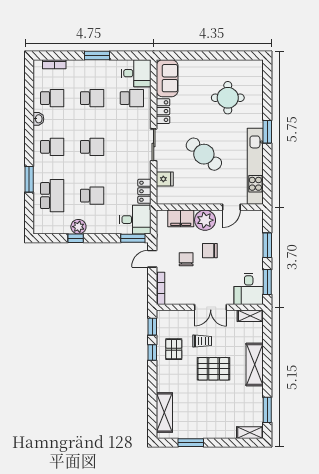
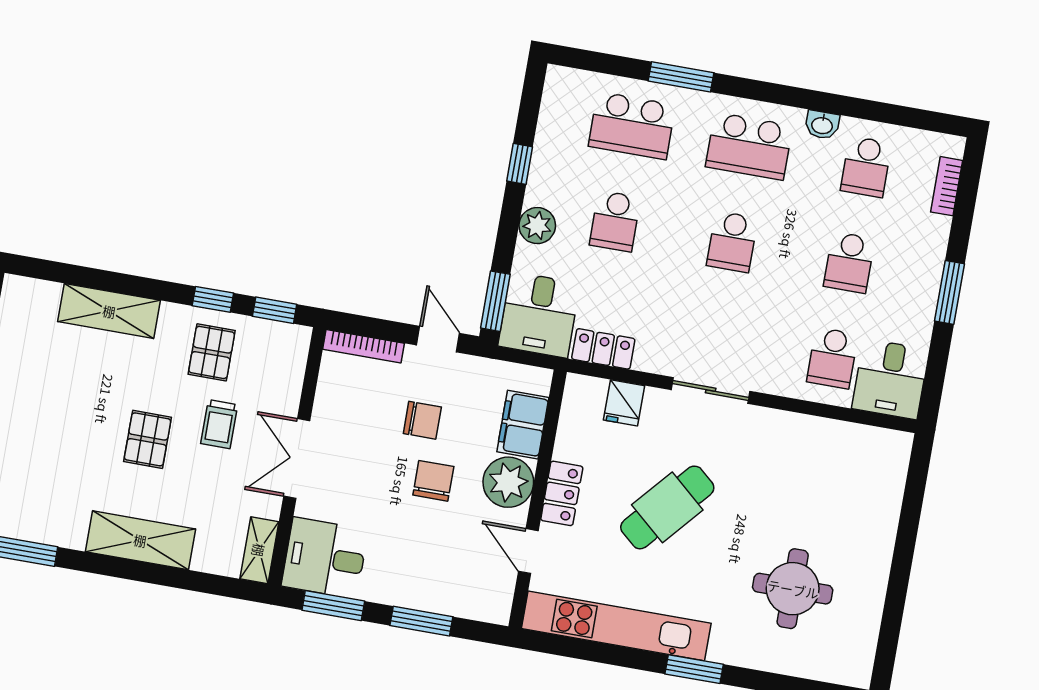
sofa: (167, 78) -> (865, 451), removed
locker: (163, 111) -> (562, 493), moved, turned -90
school desk: (52, 147) -> (749, 146), width x1.85
plant: (78, 227) -> (537, 226), moved
pallet: (174, 349) -> (212, 352), turned 90
pallet: (213, 369) -> (148, 439), width x0.67, depth x0.71
shelving: (164, 412) -> (109, 311), moved

